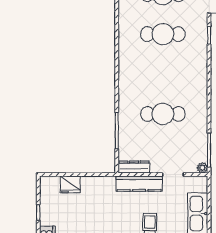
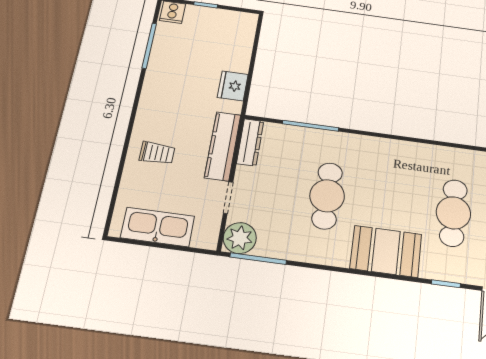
booth: (194, 74) -> (386, 251), added
plant: (202, 168) -> (240, 238), width x1.87, depth x1.87
fridge: (70, 184) -> (233, 86), moved

